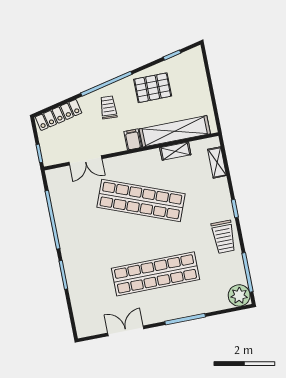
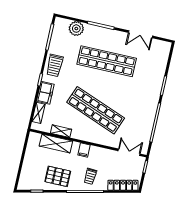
shelving: (175, 131) -> (56, 144), width x0.68
double door: (85, 160) -> (129, 152), moved
freezer: (220, 194) -> (45, 93), added
trolley: (224, 237) -> (55, 65), turned 180
plant: (239, 295) -> (76, 29), moved

